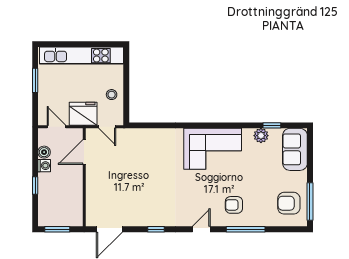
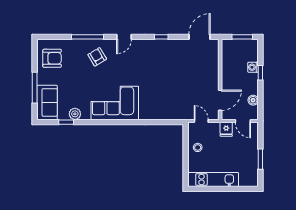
kitchen unit: (82, 56) -> (213, 179), width x0.73
fridge: (83, 114) -> (226, 129), width x0.53, depth x0.75
washing machine: (44, 166) -> (253, 67), moved
window: (310, 201) -> (35, 88), moved
armchair: (234, 205) -> (97, 57), turned -121

